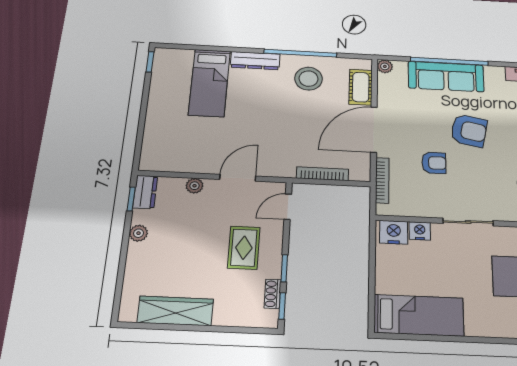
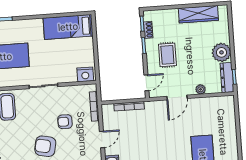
door: (374, 130) -> (102, 139), width x0.53
dresser: (145, 192) -> (227, 77), width x1.44
nightstand: (420, 231) -> (71, 77), removed
plant: (139, 233) -> (221, 52), width x1.87, depth x1.87

